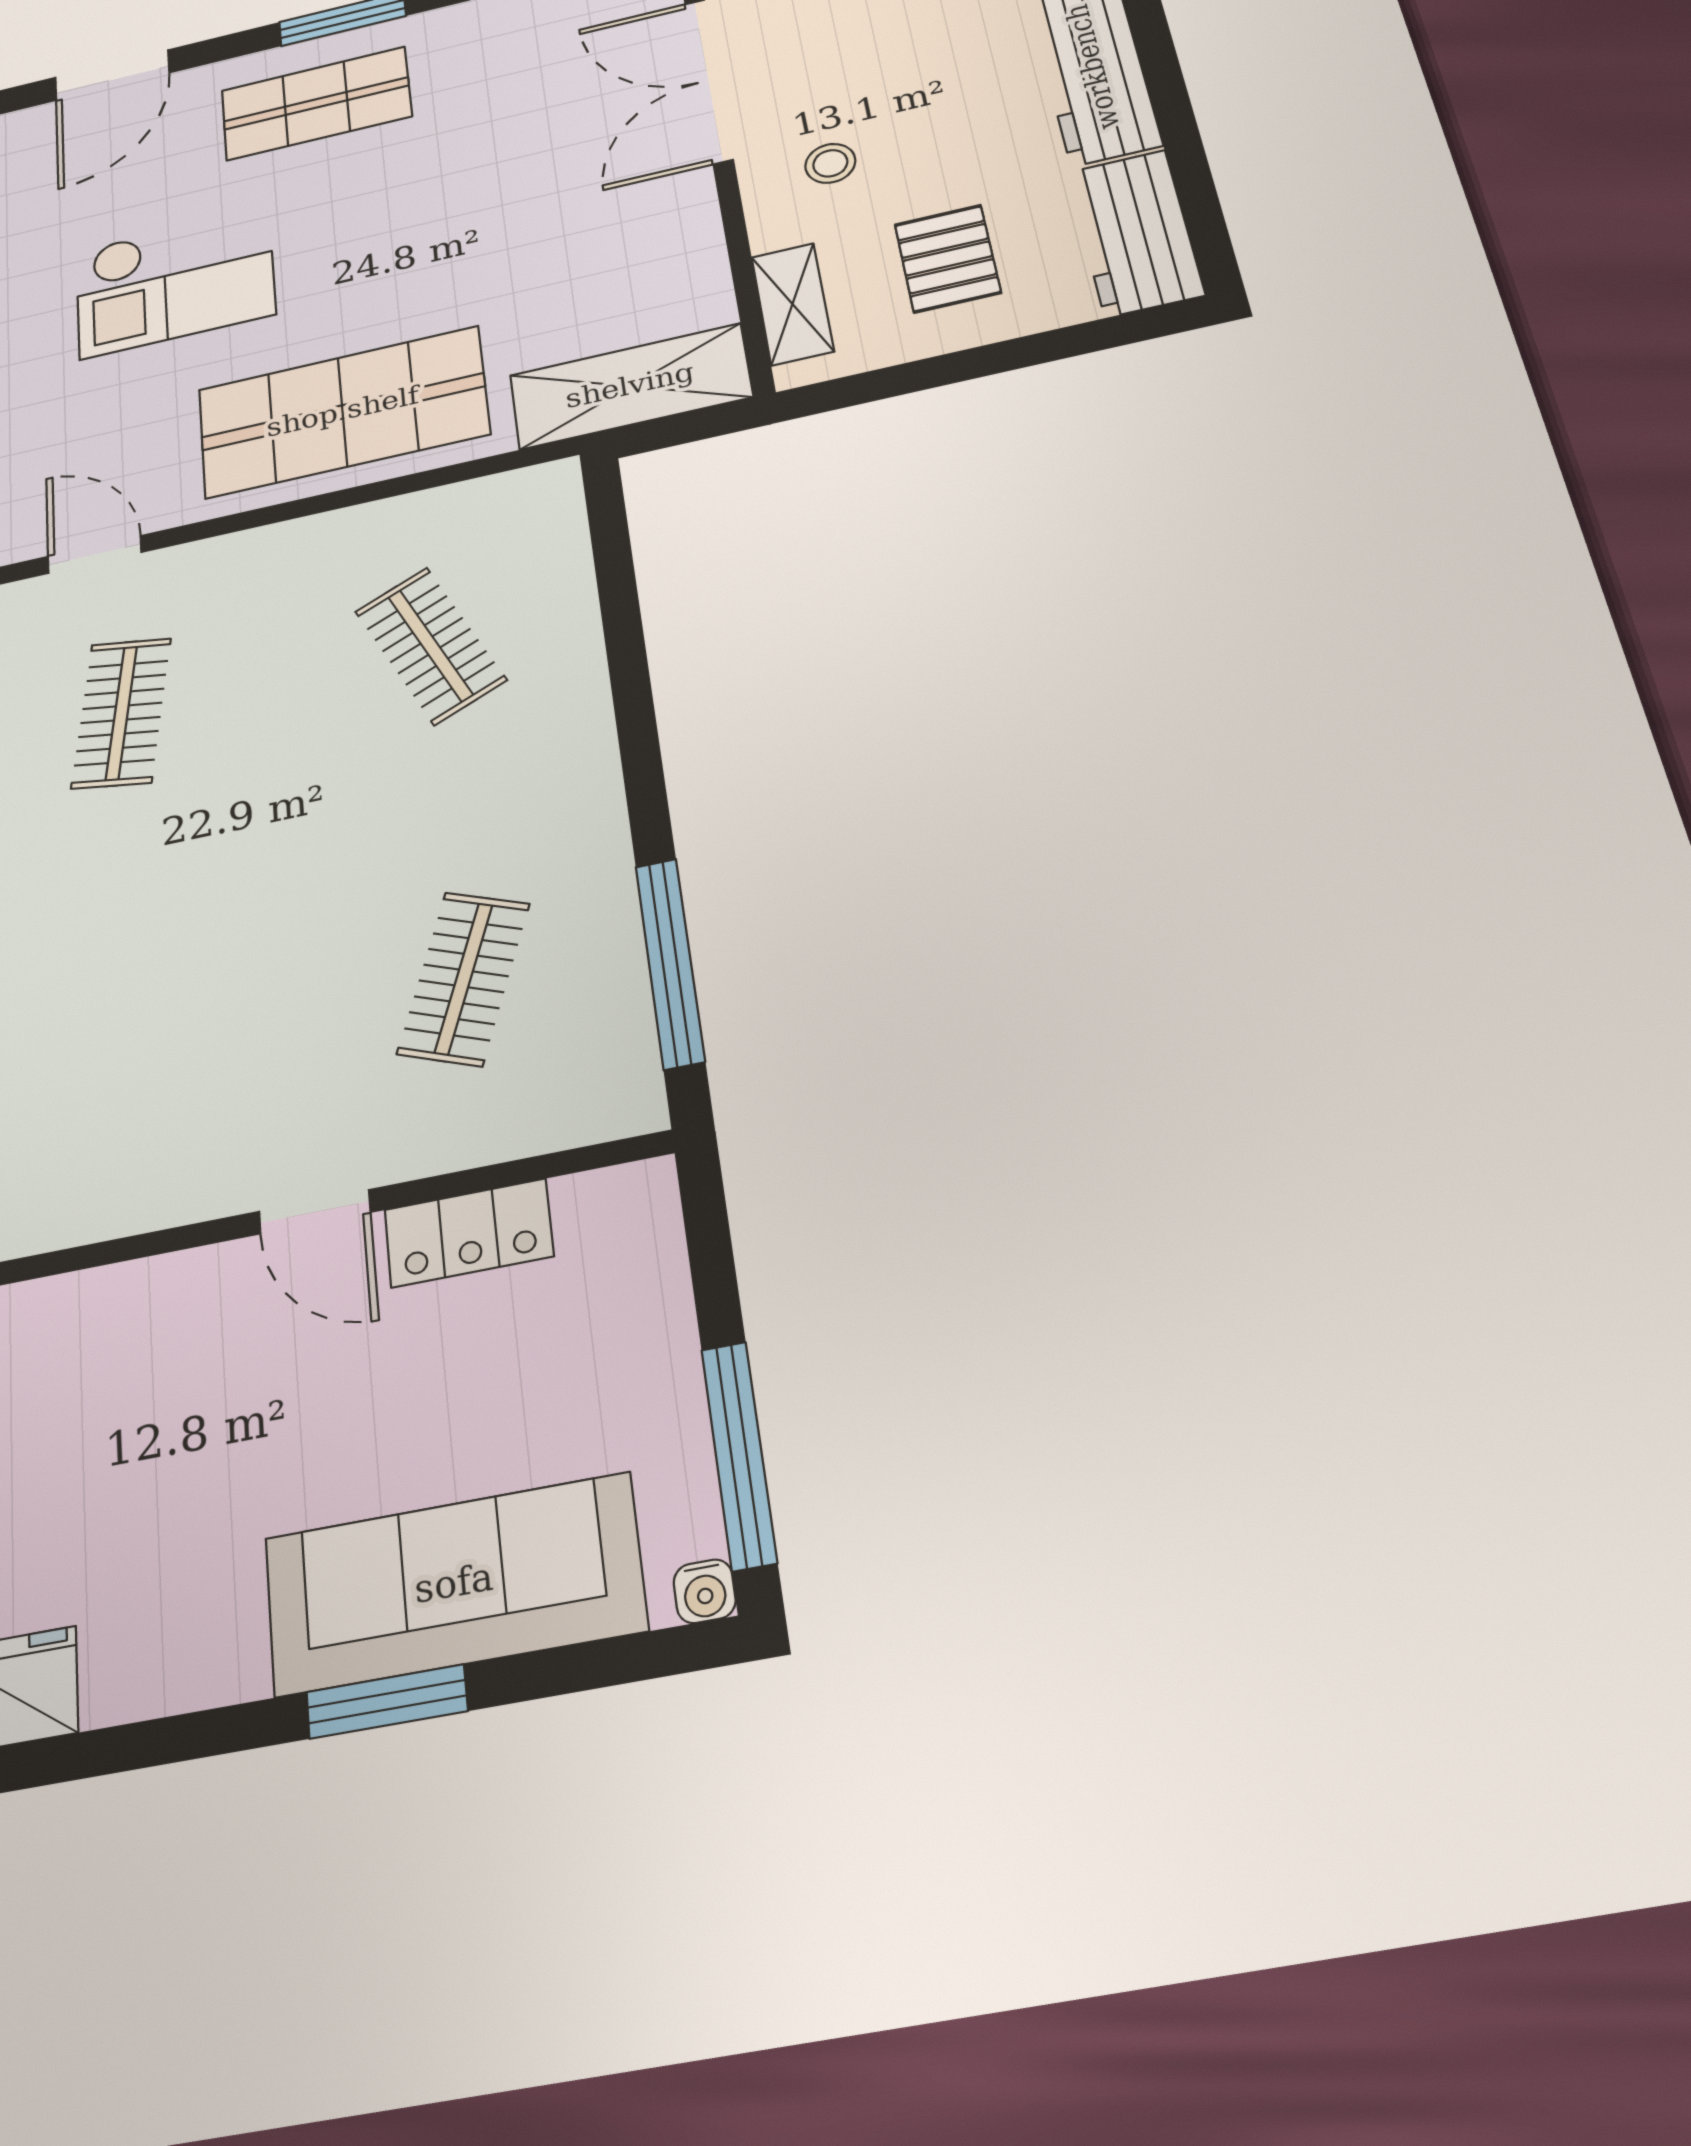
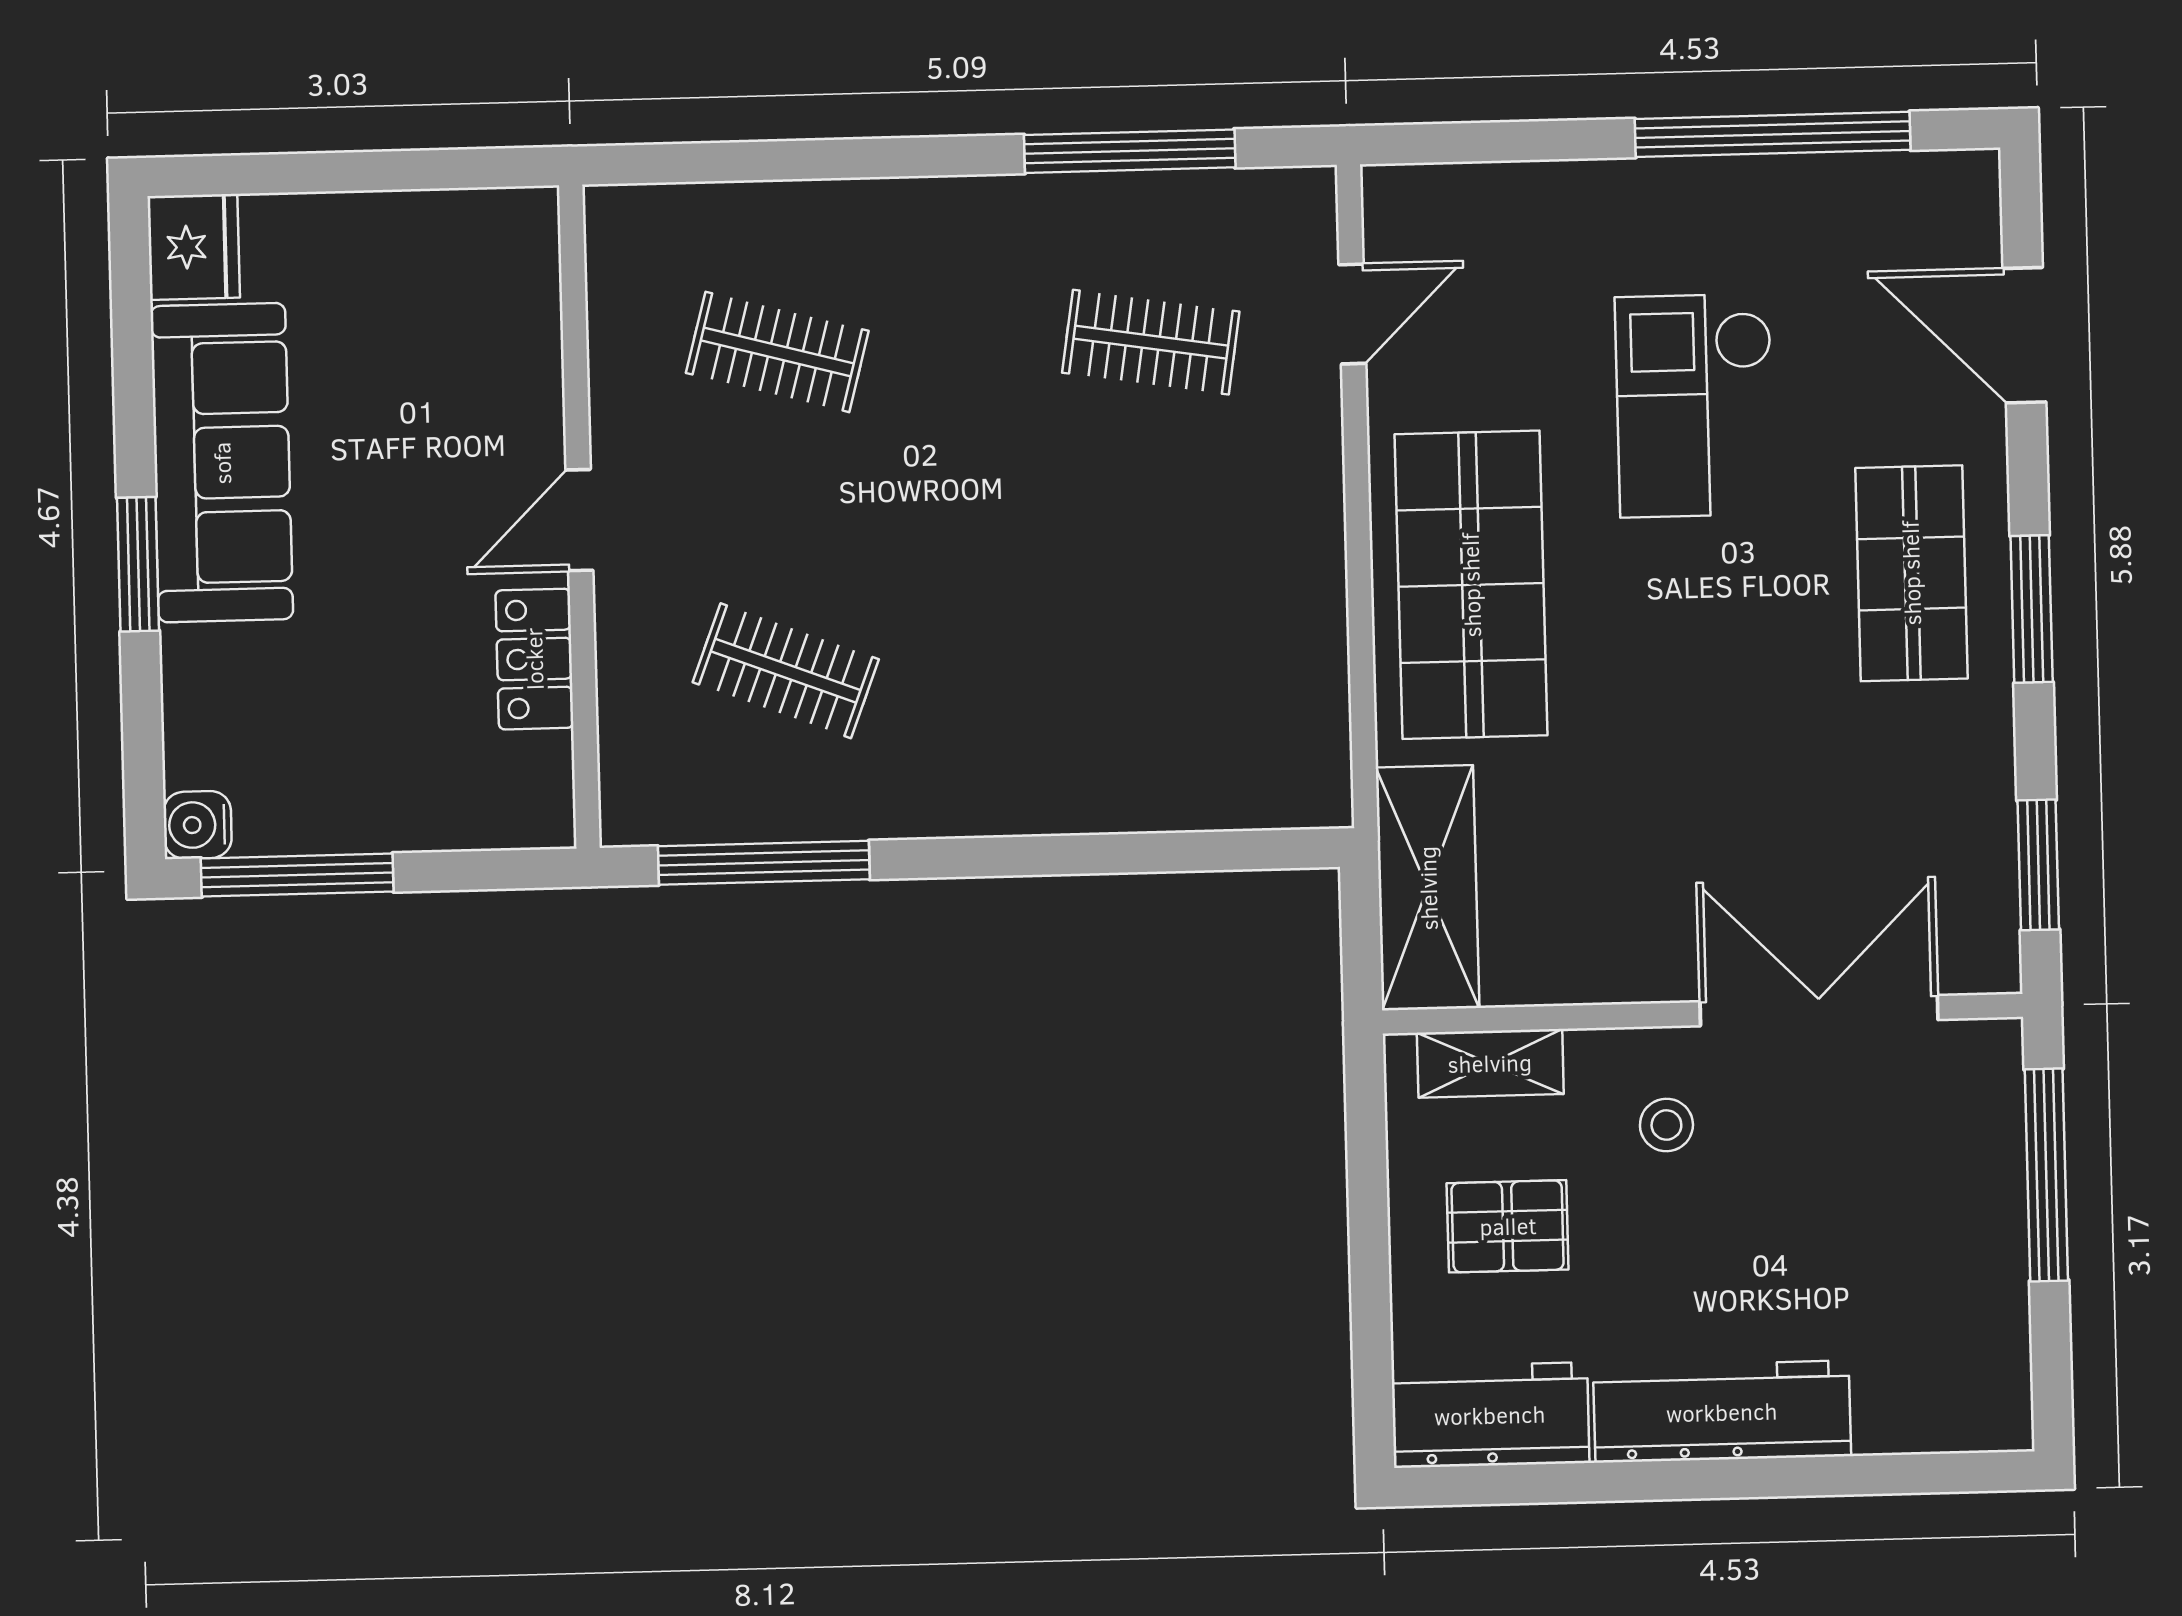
clothes rail: (430, 646) -> (777, 352), moved, turned 39
sofa: (454, 1584) -> (222, 463), moved
water cooler: (705, 1591) -> (198, 825), width x1.38, depth x1.38

